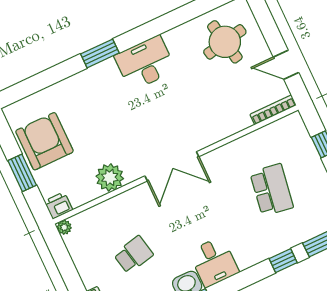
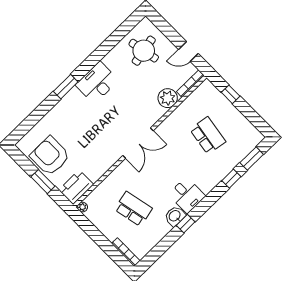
plant: (110, 177) -> (168, 98), moved
printer: (58, 205) -> (76, 187), width x1.87, depth x1.48
school desk: (133, 255) -> (133, 209), width x1.85

